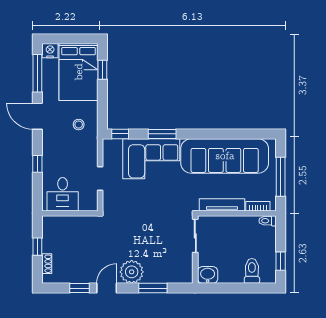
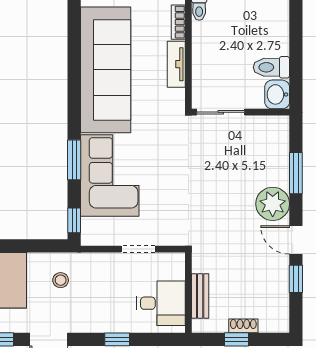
tv unit: (222, 205) -> (176, 64), width x0.71
bench: (68, 221) -> (200, 296), added
shoe rack: (47, 264) -> (243, 326), moved
toilet: (252, 271) -> (271, 67), moved

